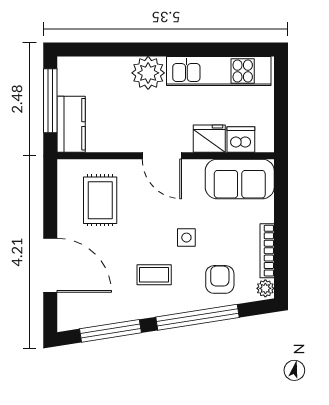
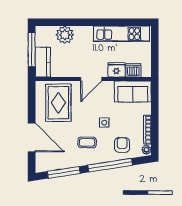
plant: (148, 73) -> (65, 35), moved
door: (162, 156) -> (91, 79), hinge flipped
rug: (100, 200) -> (58, 103), width x1.36, depth x1.43

